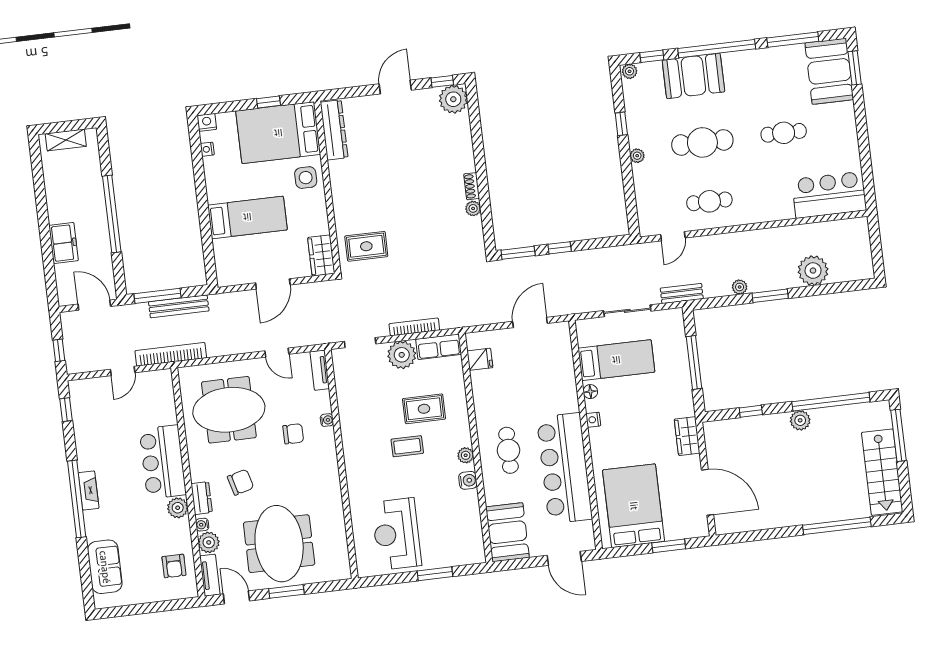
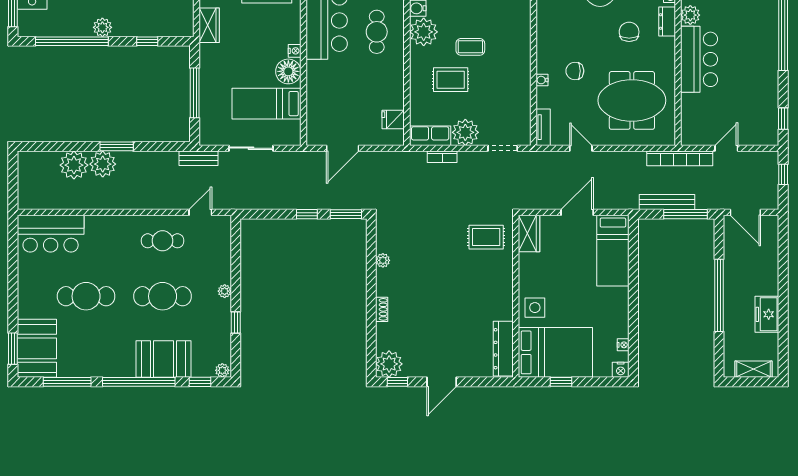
cafe table: (784, 133) -> (86, 296), width x1.37, depth x1.35
shoe rack: (472, 186) -> (382, 309), moved
bed: (247, 217) -> (613, 251), moved, turned -90
freezer: (64, 243) -> (767, 314), moved
plant: (740, 287) -> (103, 164), moved, width x1.88, depth x1.88
bookcase: (414, 327) -> (442, 157), width x0.64
floor lamp: (590, 392) -> (288, 71), width x1.89, depth x1.89
plant: (466, 455) -> (424, 32), width x1.87, depth x1.87
chair: (241, 482) -> (629, 32), turned 105
fireplace: (89, 491) -> (771, 41), removed

